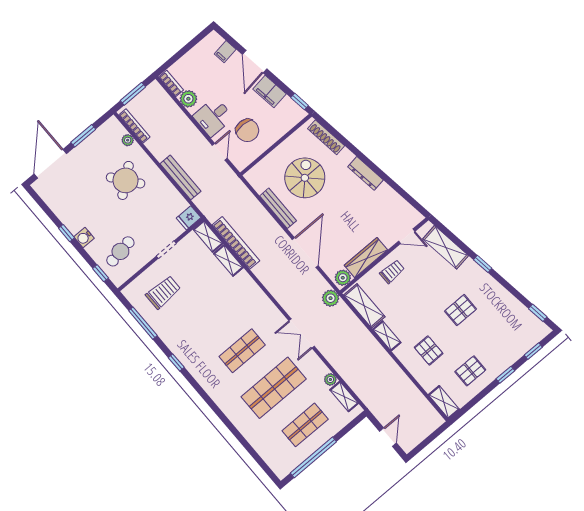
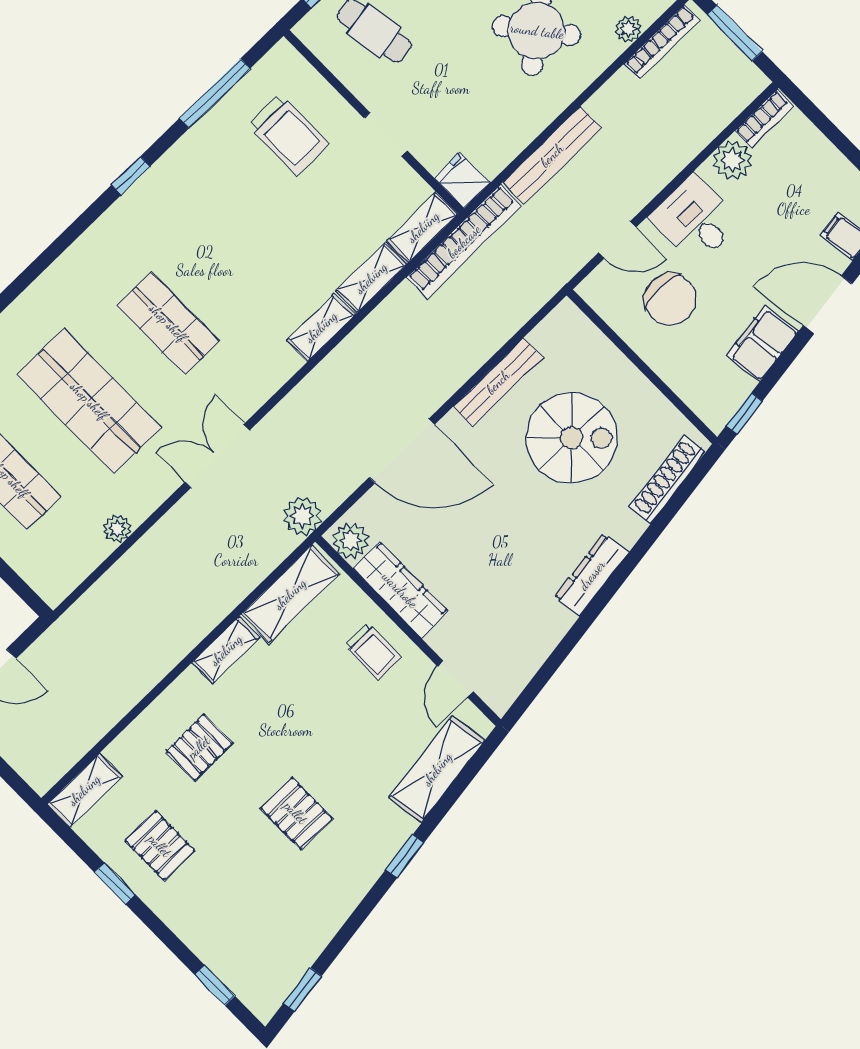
chair: (247, 130) -> (670, 299), turned -90
bookcase: (236, 243) -> (464, 241), moved
window: (505, 375) -> (115, 883), moved
shelving: (344, 397) -> (321, 327), moved

